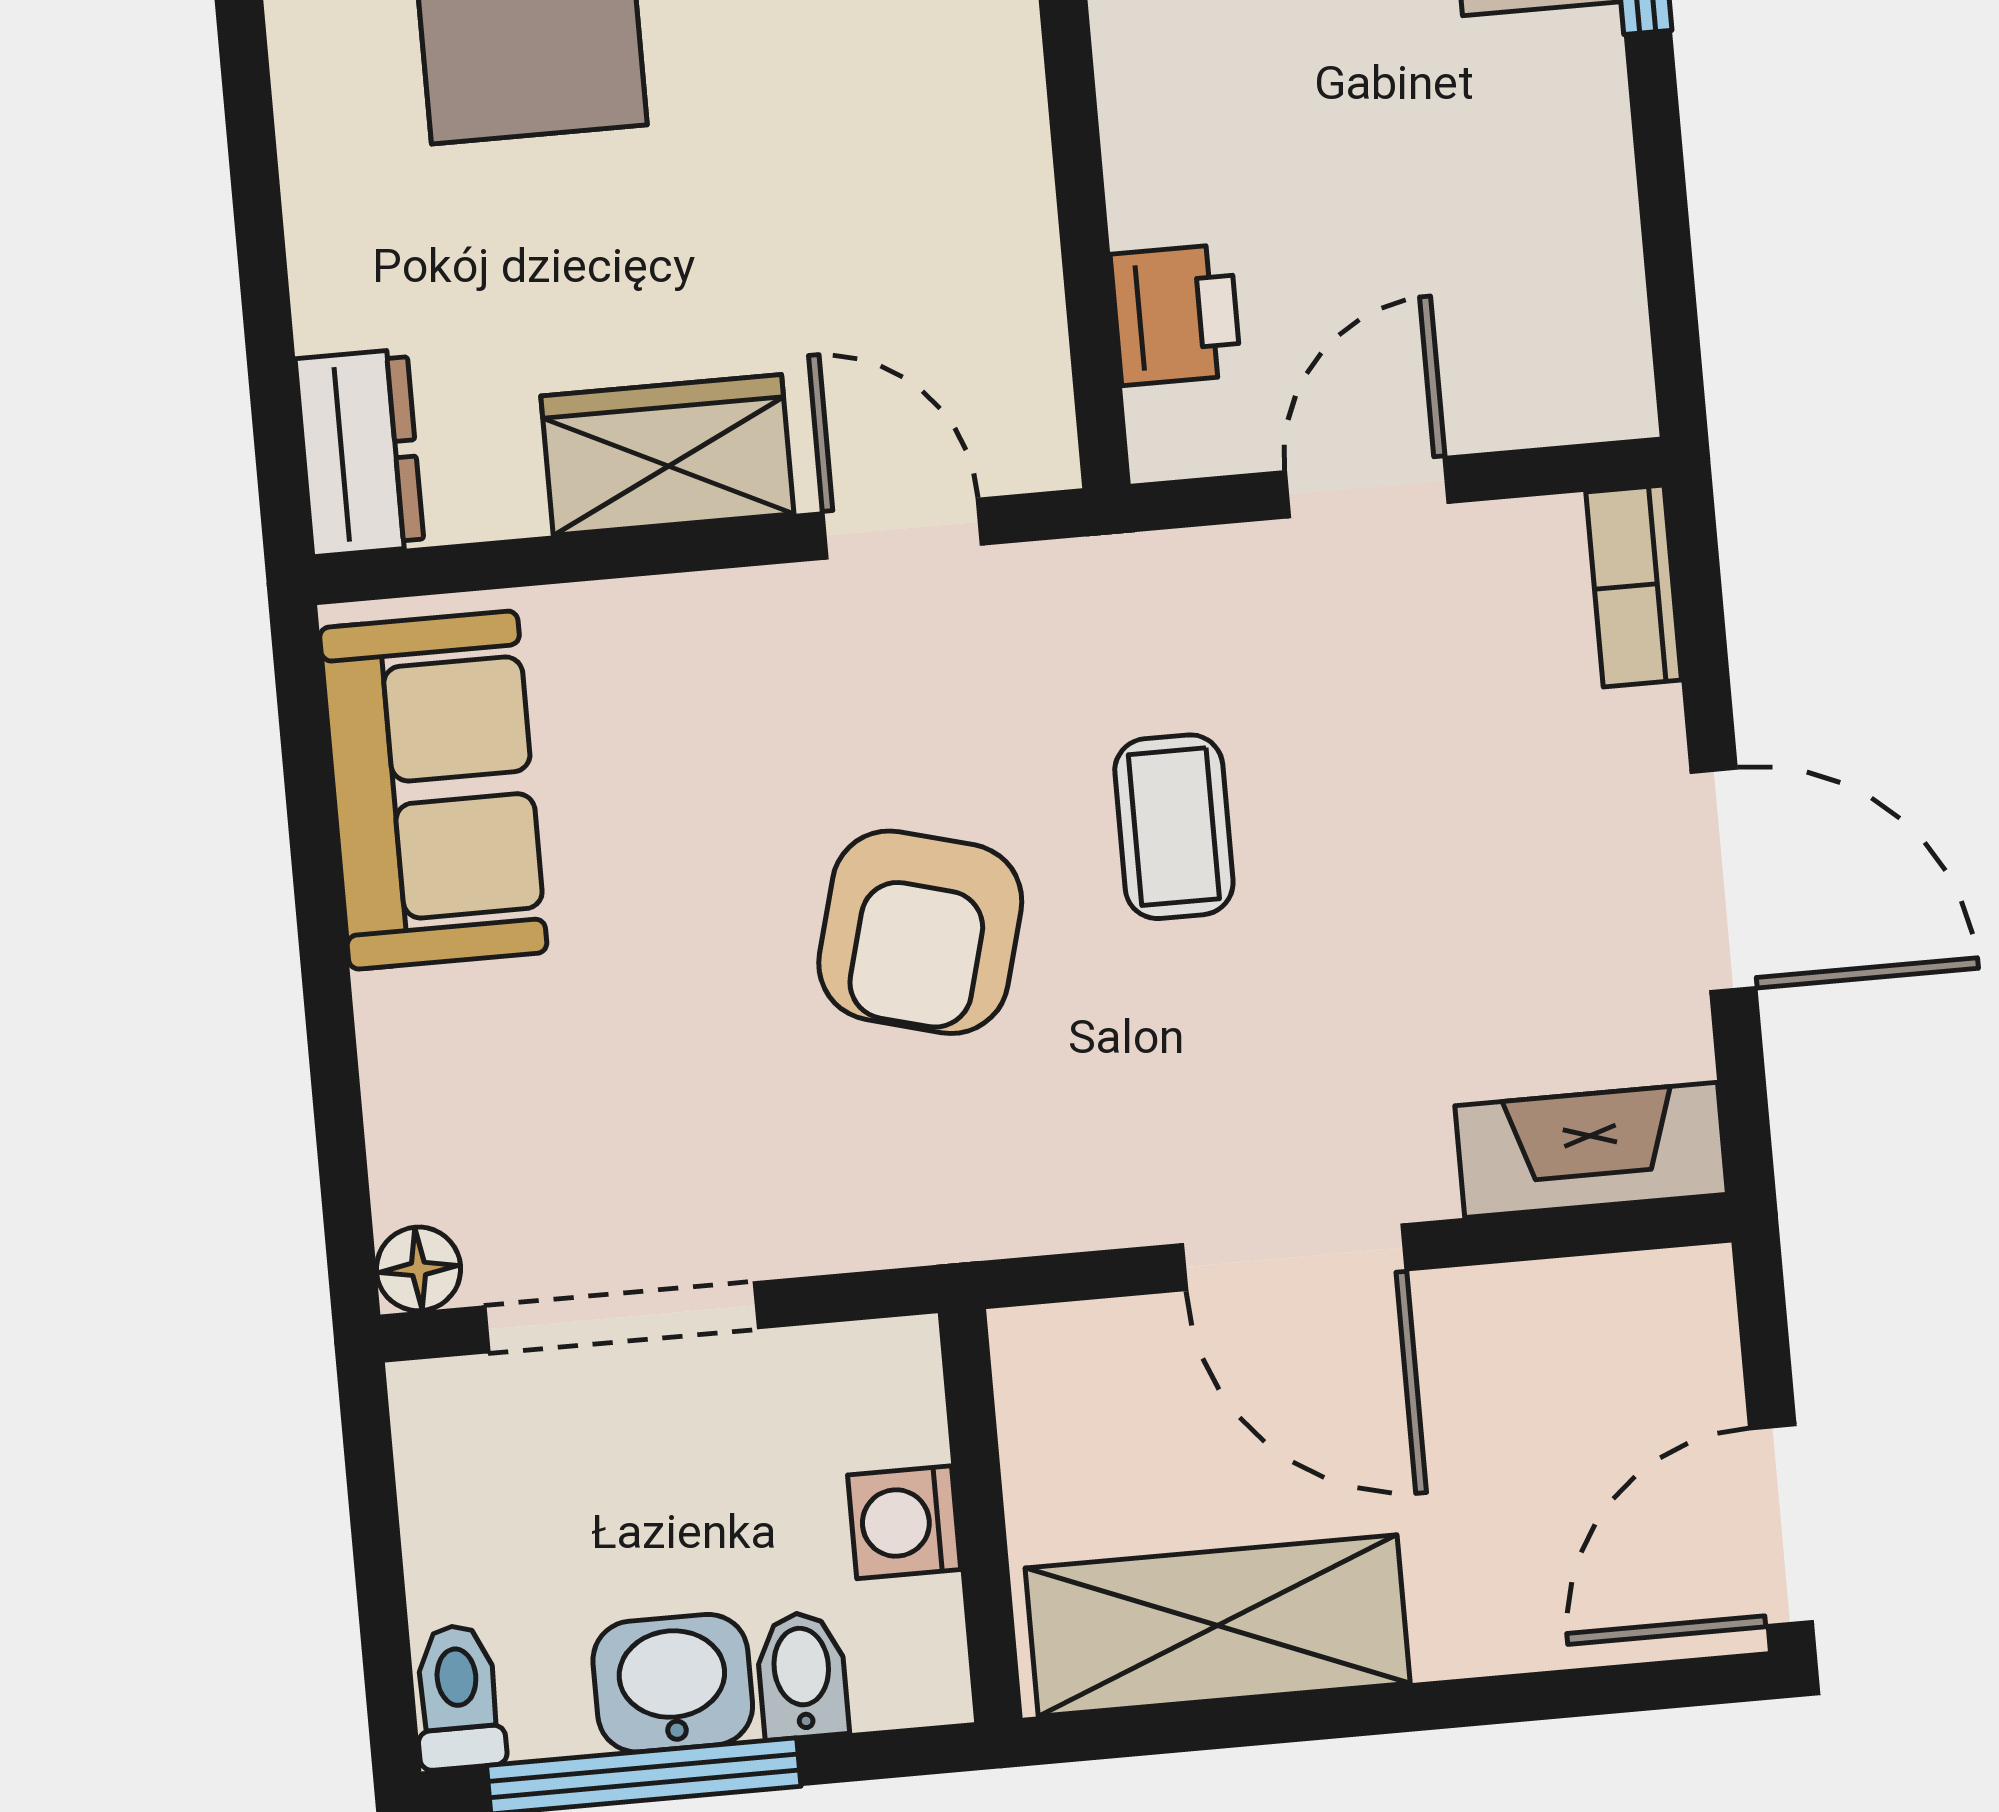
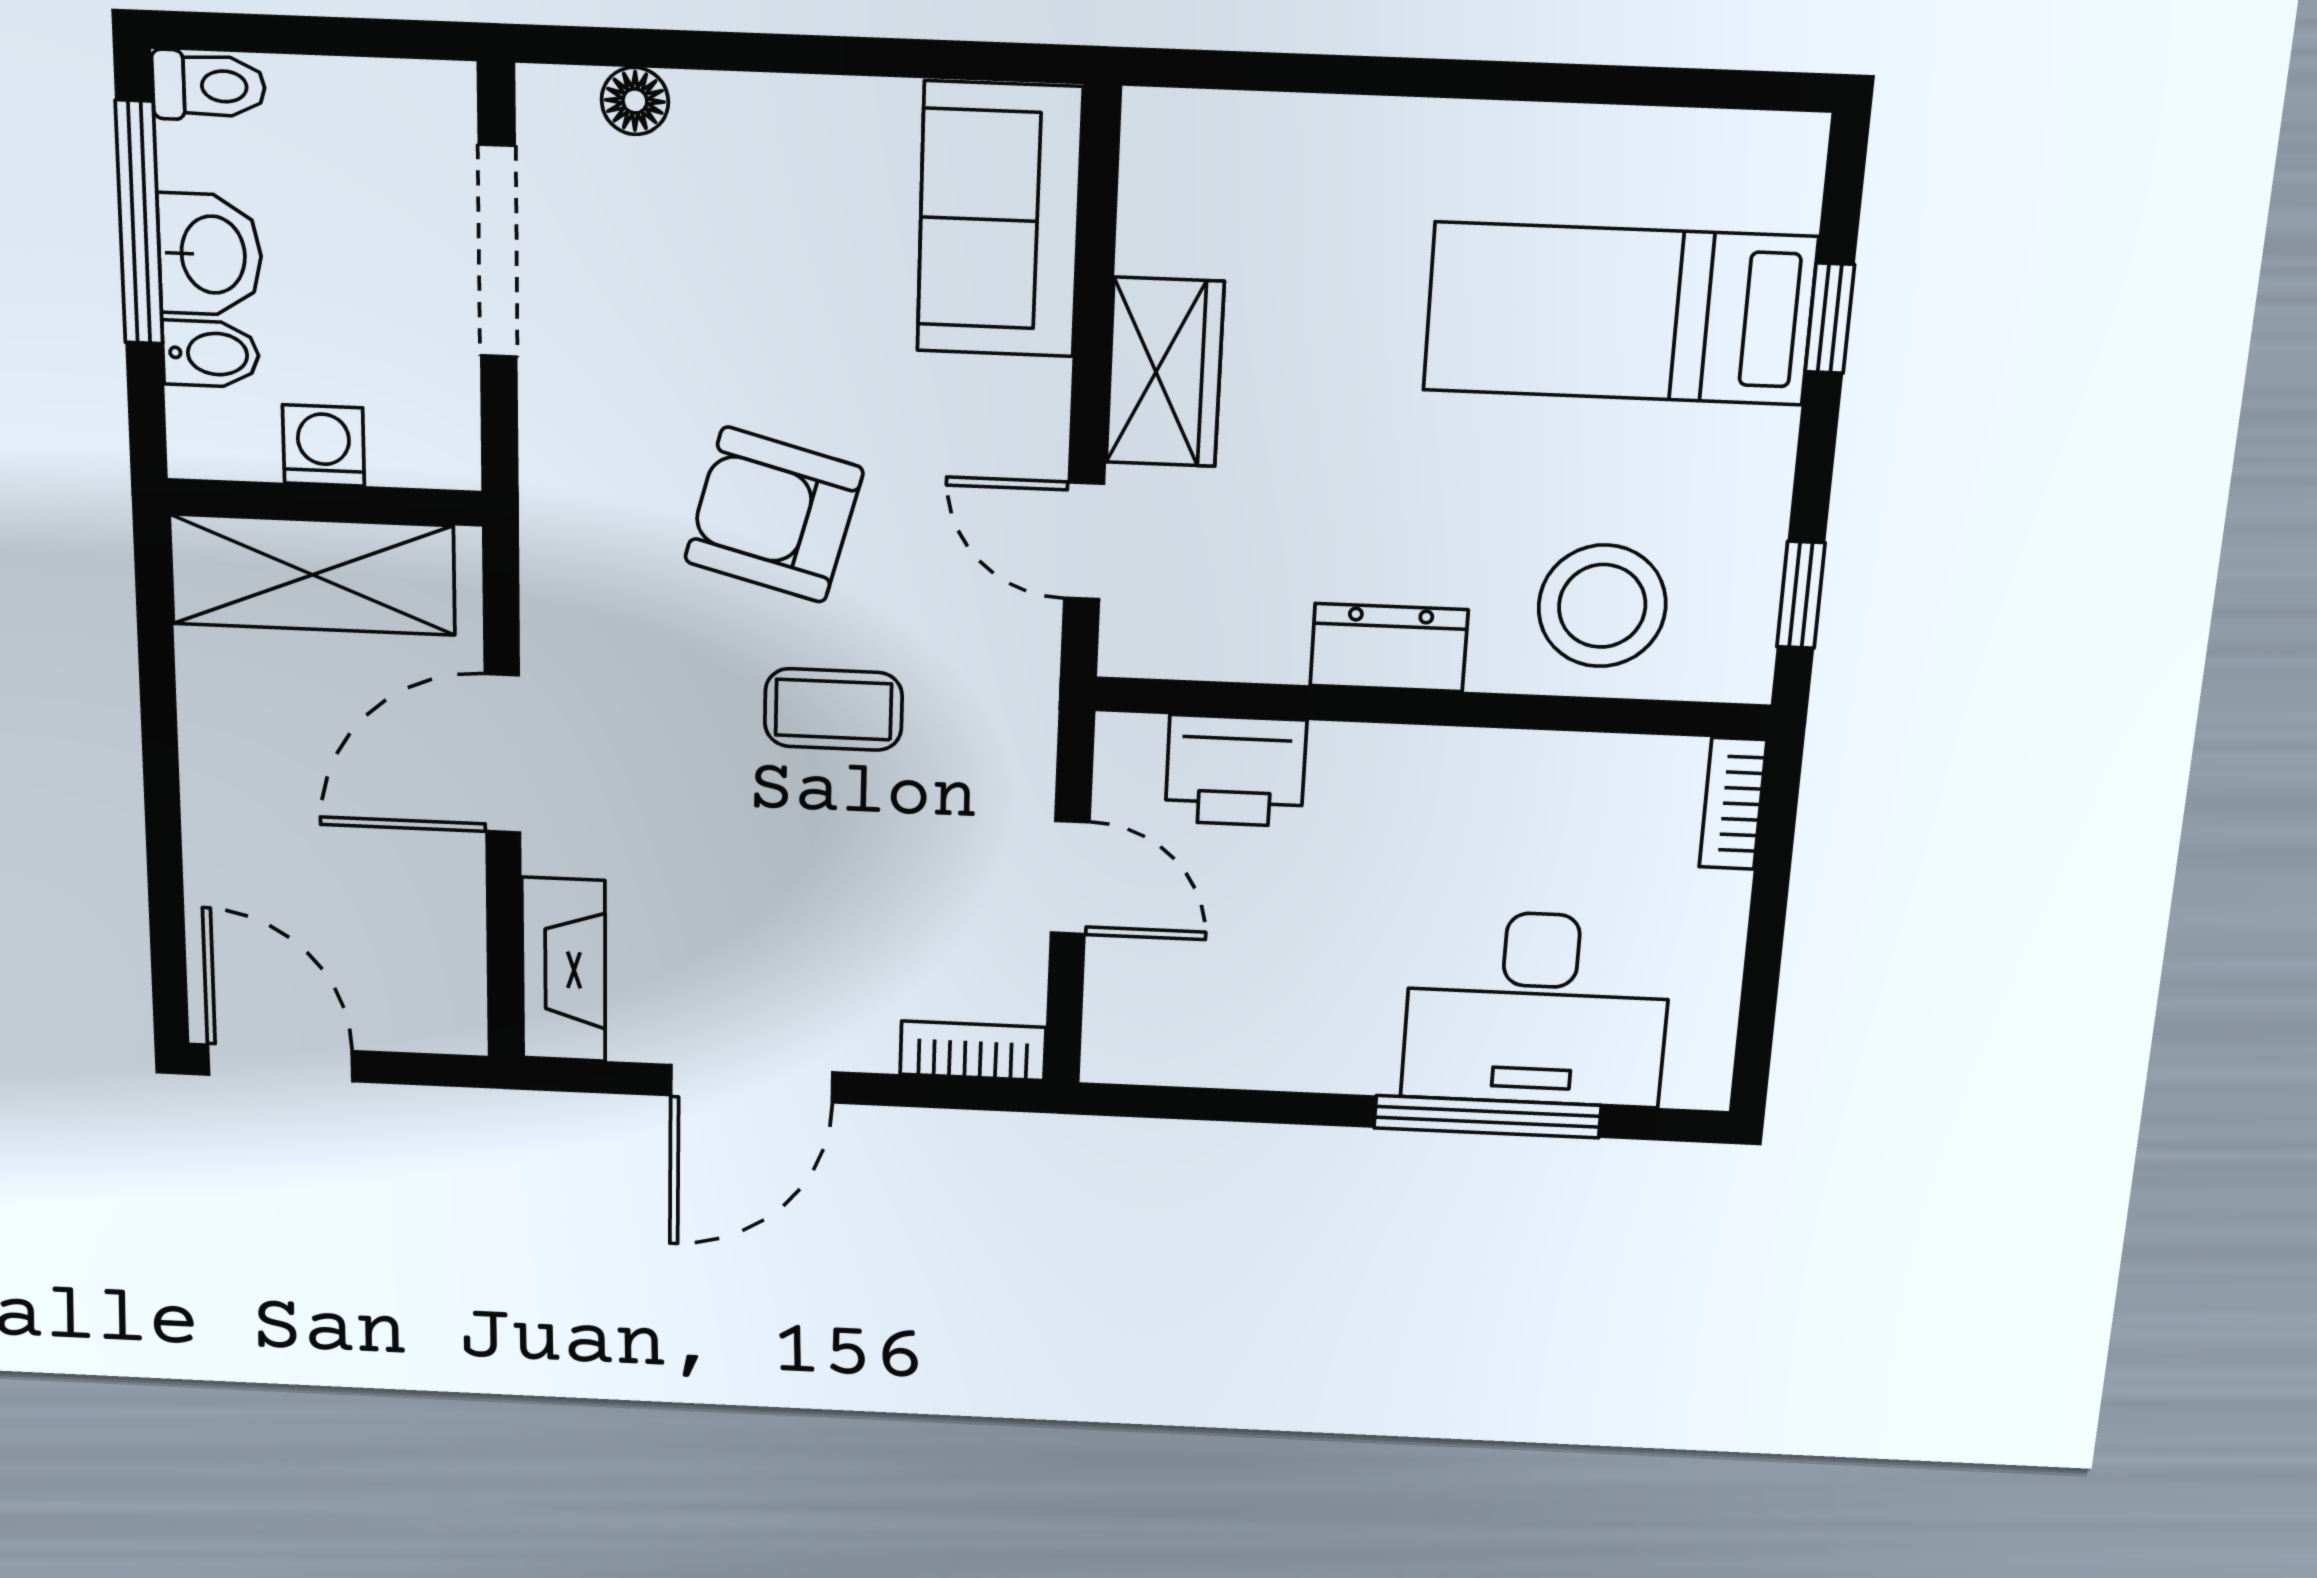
printer: (1176, 315) -> (1236, 771), width x1.36, depth x1.24
dresser: (360, 453) -> (1389, 648), moved, turned 180
door: (902, 529) -> (1084, 541), swing flipped
sofa: (433, 790) -> (999, 220), moved, turned 90
floor lamp: (419, 1269) -> (635, 101), moved
shelving: (1218, 1626) -> (312, 575), moved, turned 90

